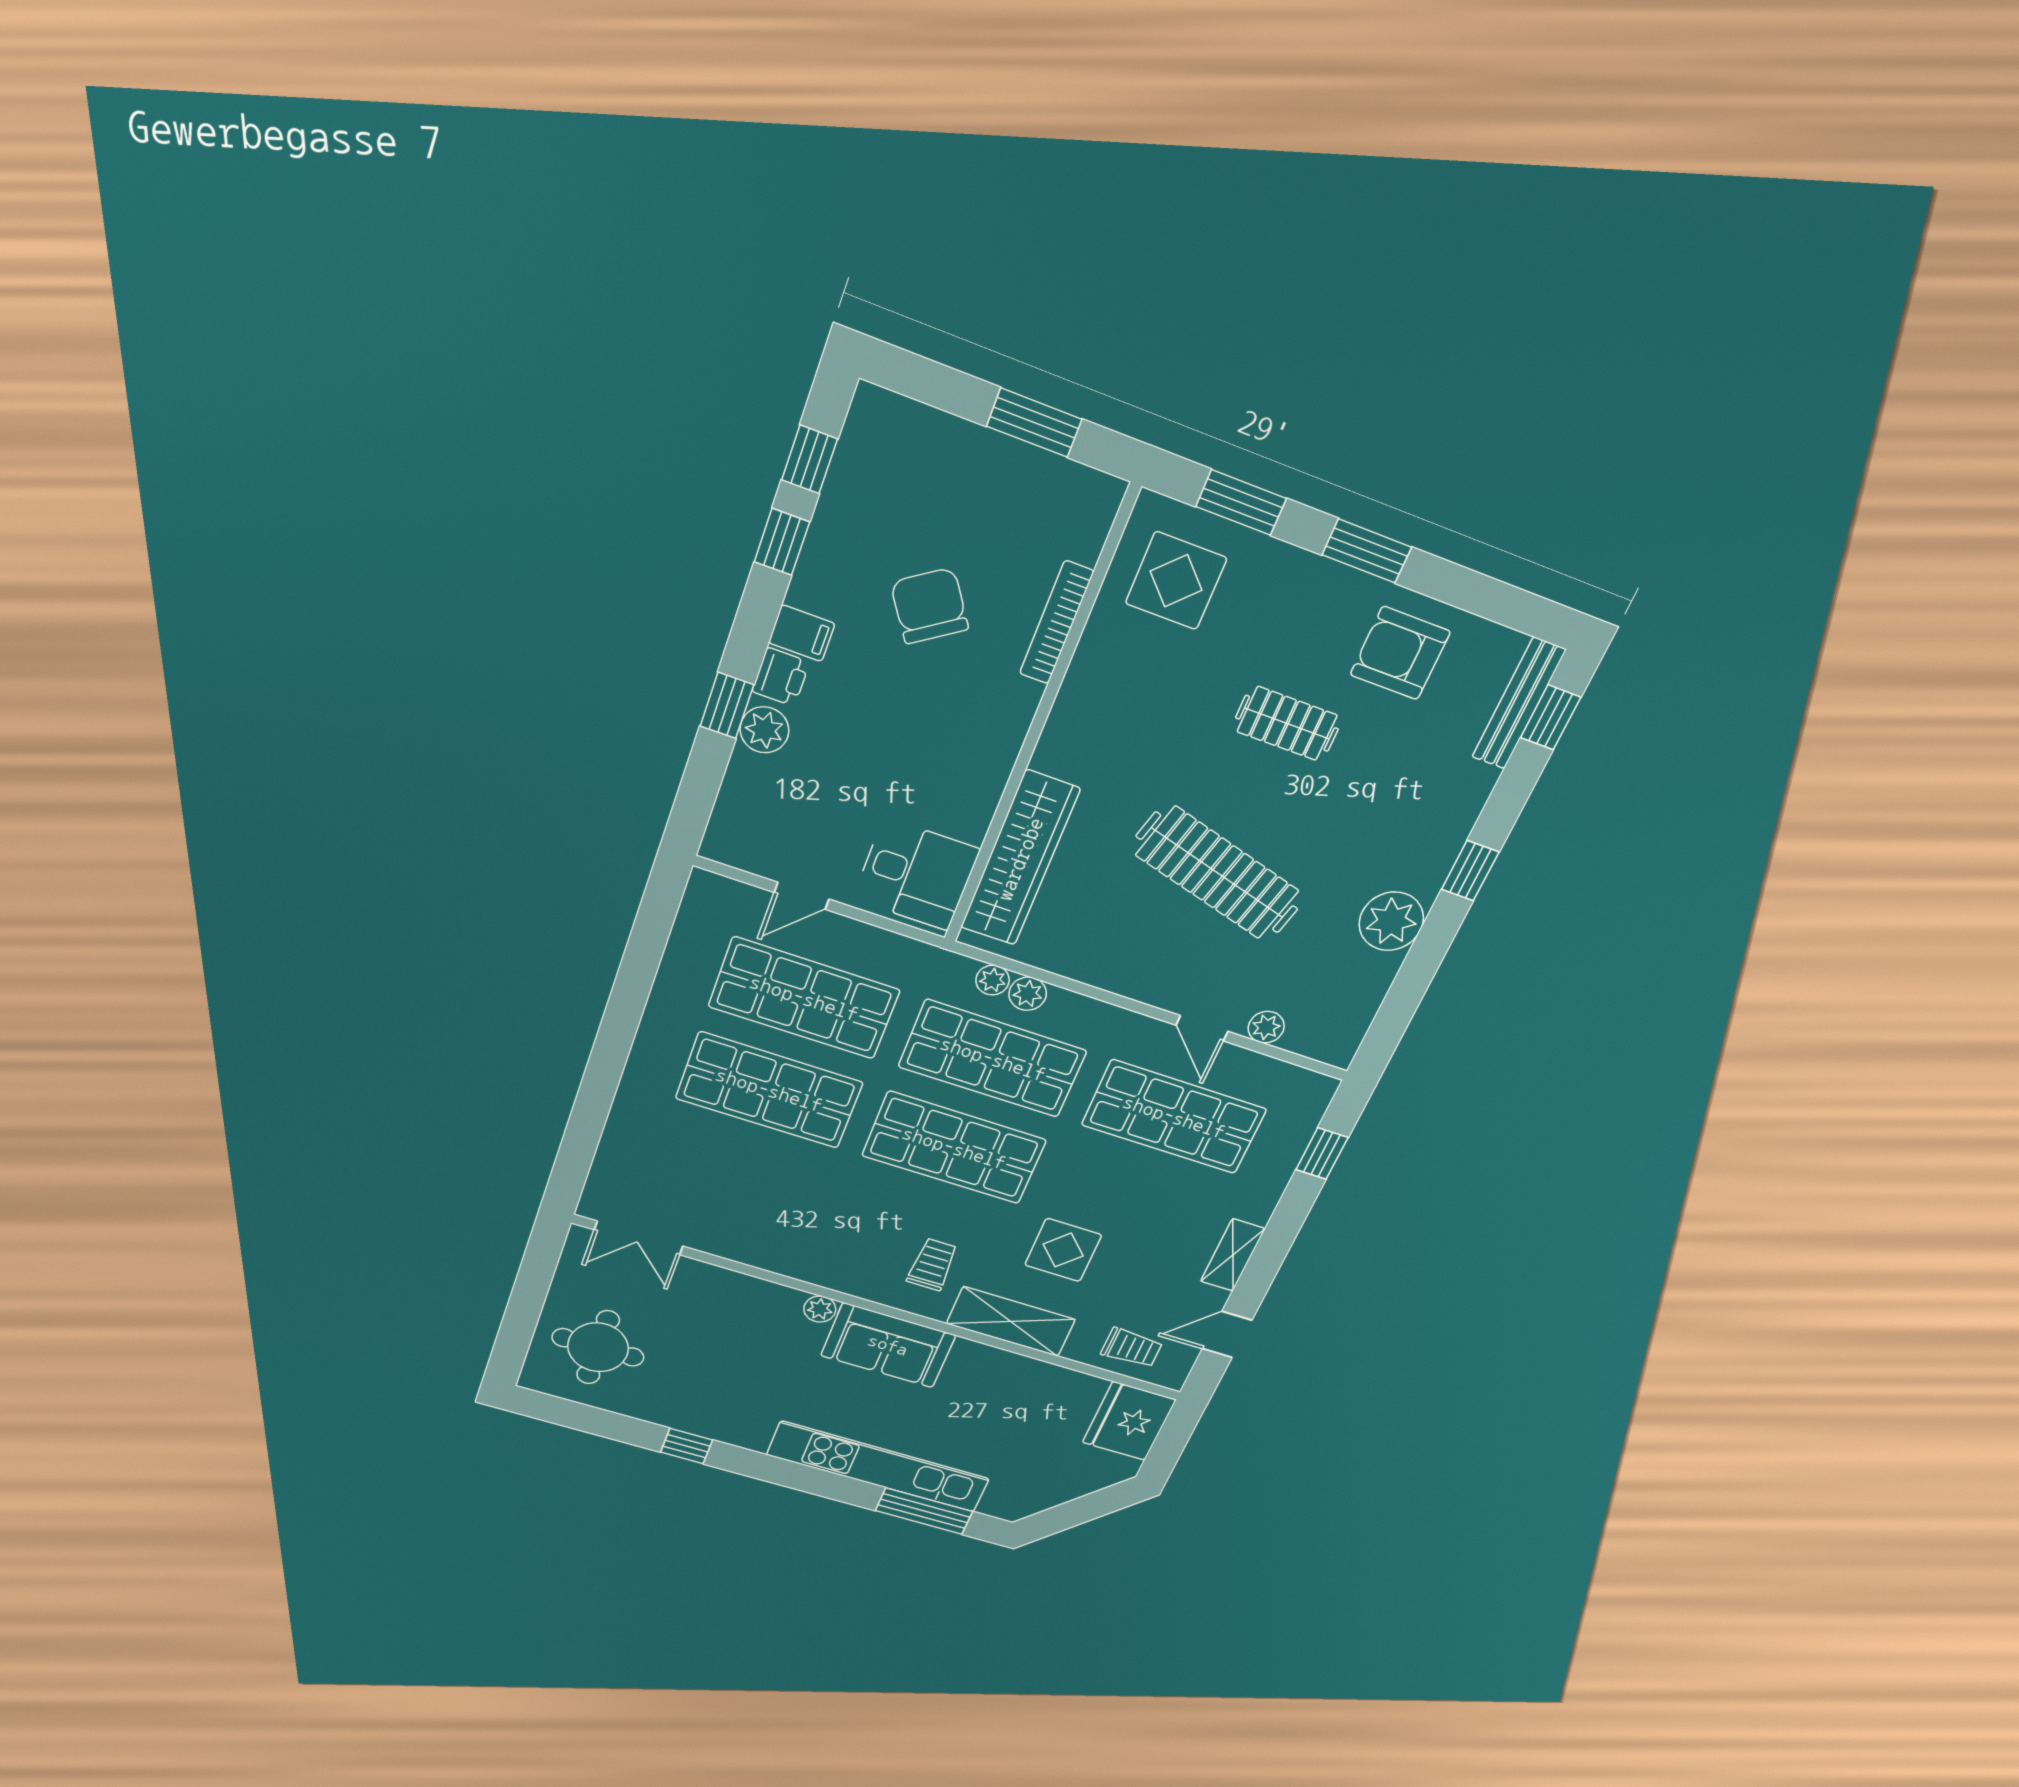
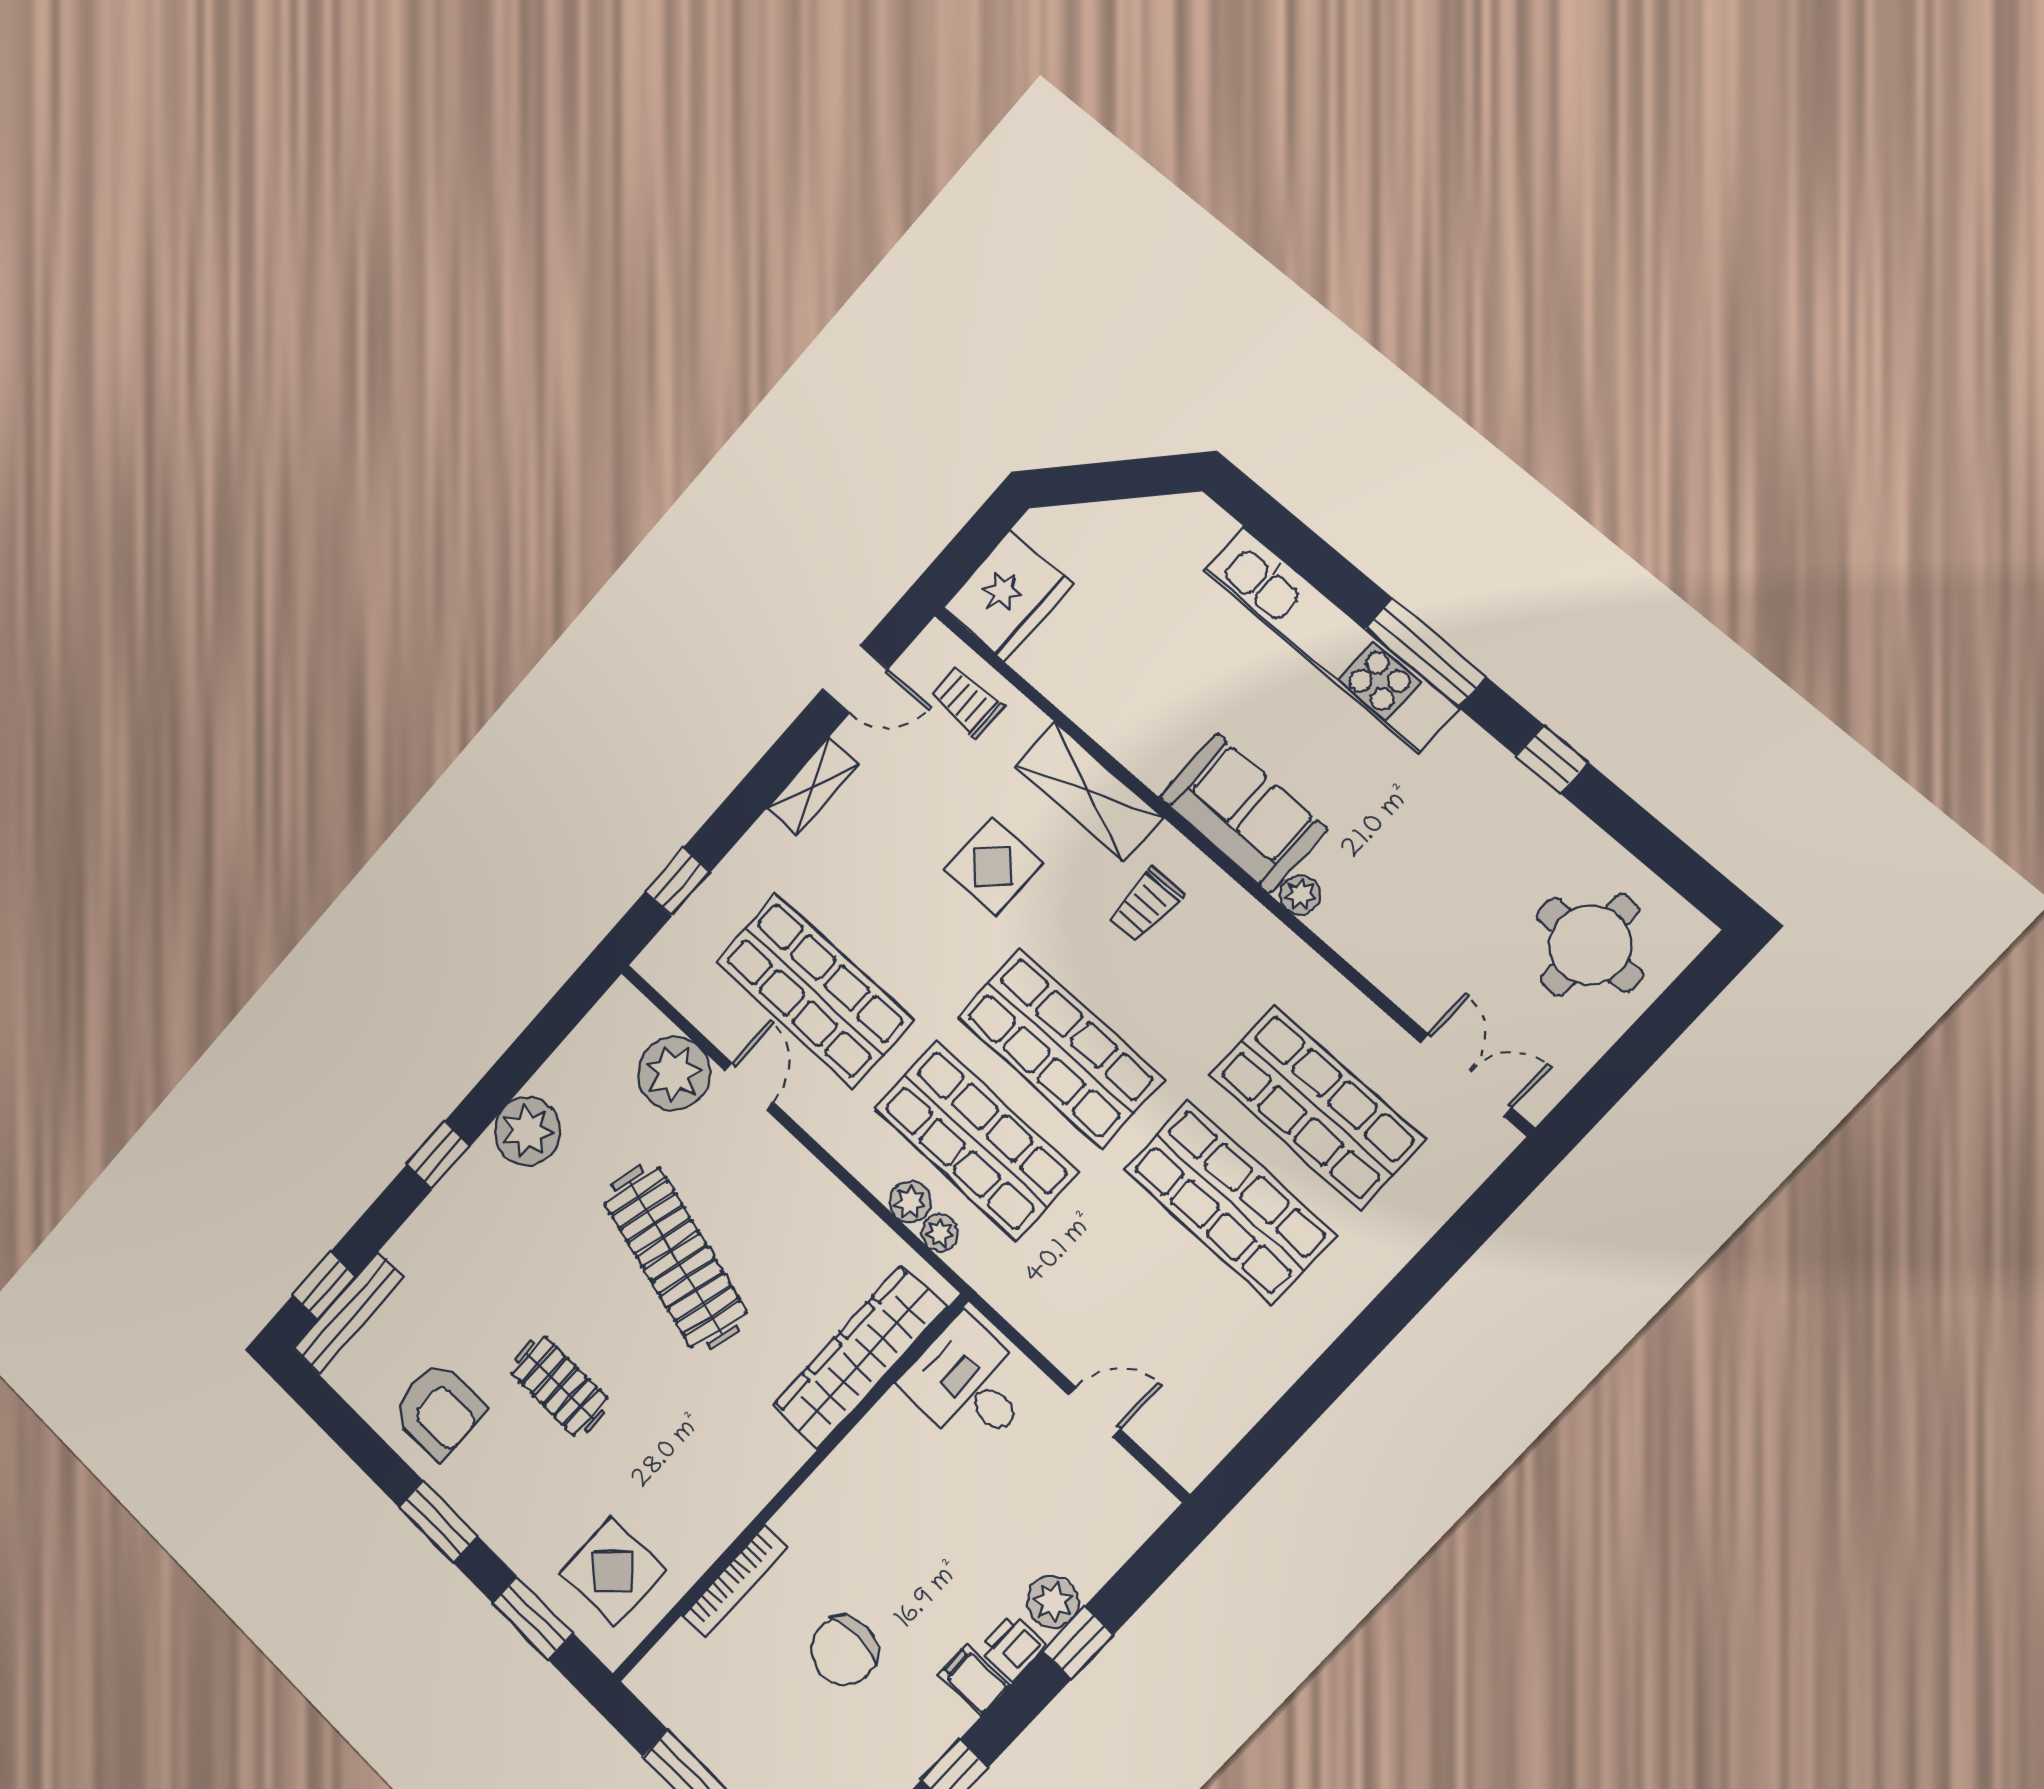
chair: (930, 606) -> (844, 1651), turned 34
shop shelf: (804, 998) -> (1317, 1107), moved
plant: (1266, 1027) -> (674, 1073), width x1.88, depth x1.88
window: (924, 1511) -> (1426, 653), moved

